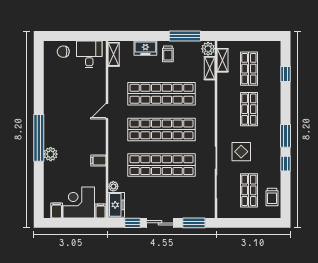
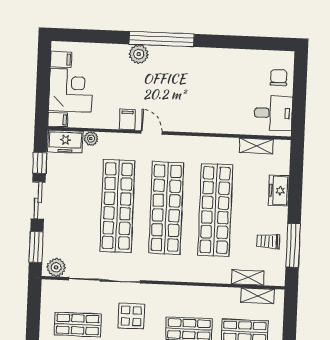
plant: (208, 49) -> (56, 267), moved
shelving: (114, 54) -> (256, 146), moved
trolley: (168, 54) -> (268, 241), moved
door: (107, 111) -> (152, 132), moved

